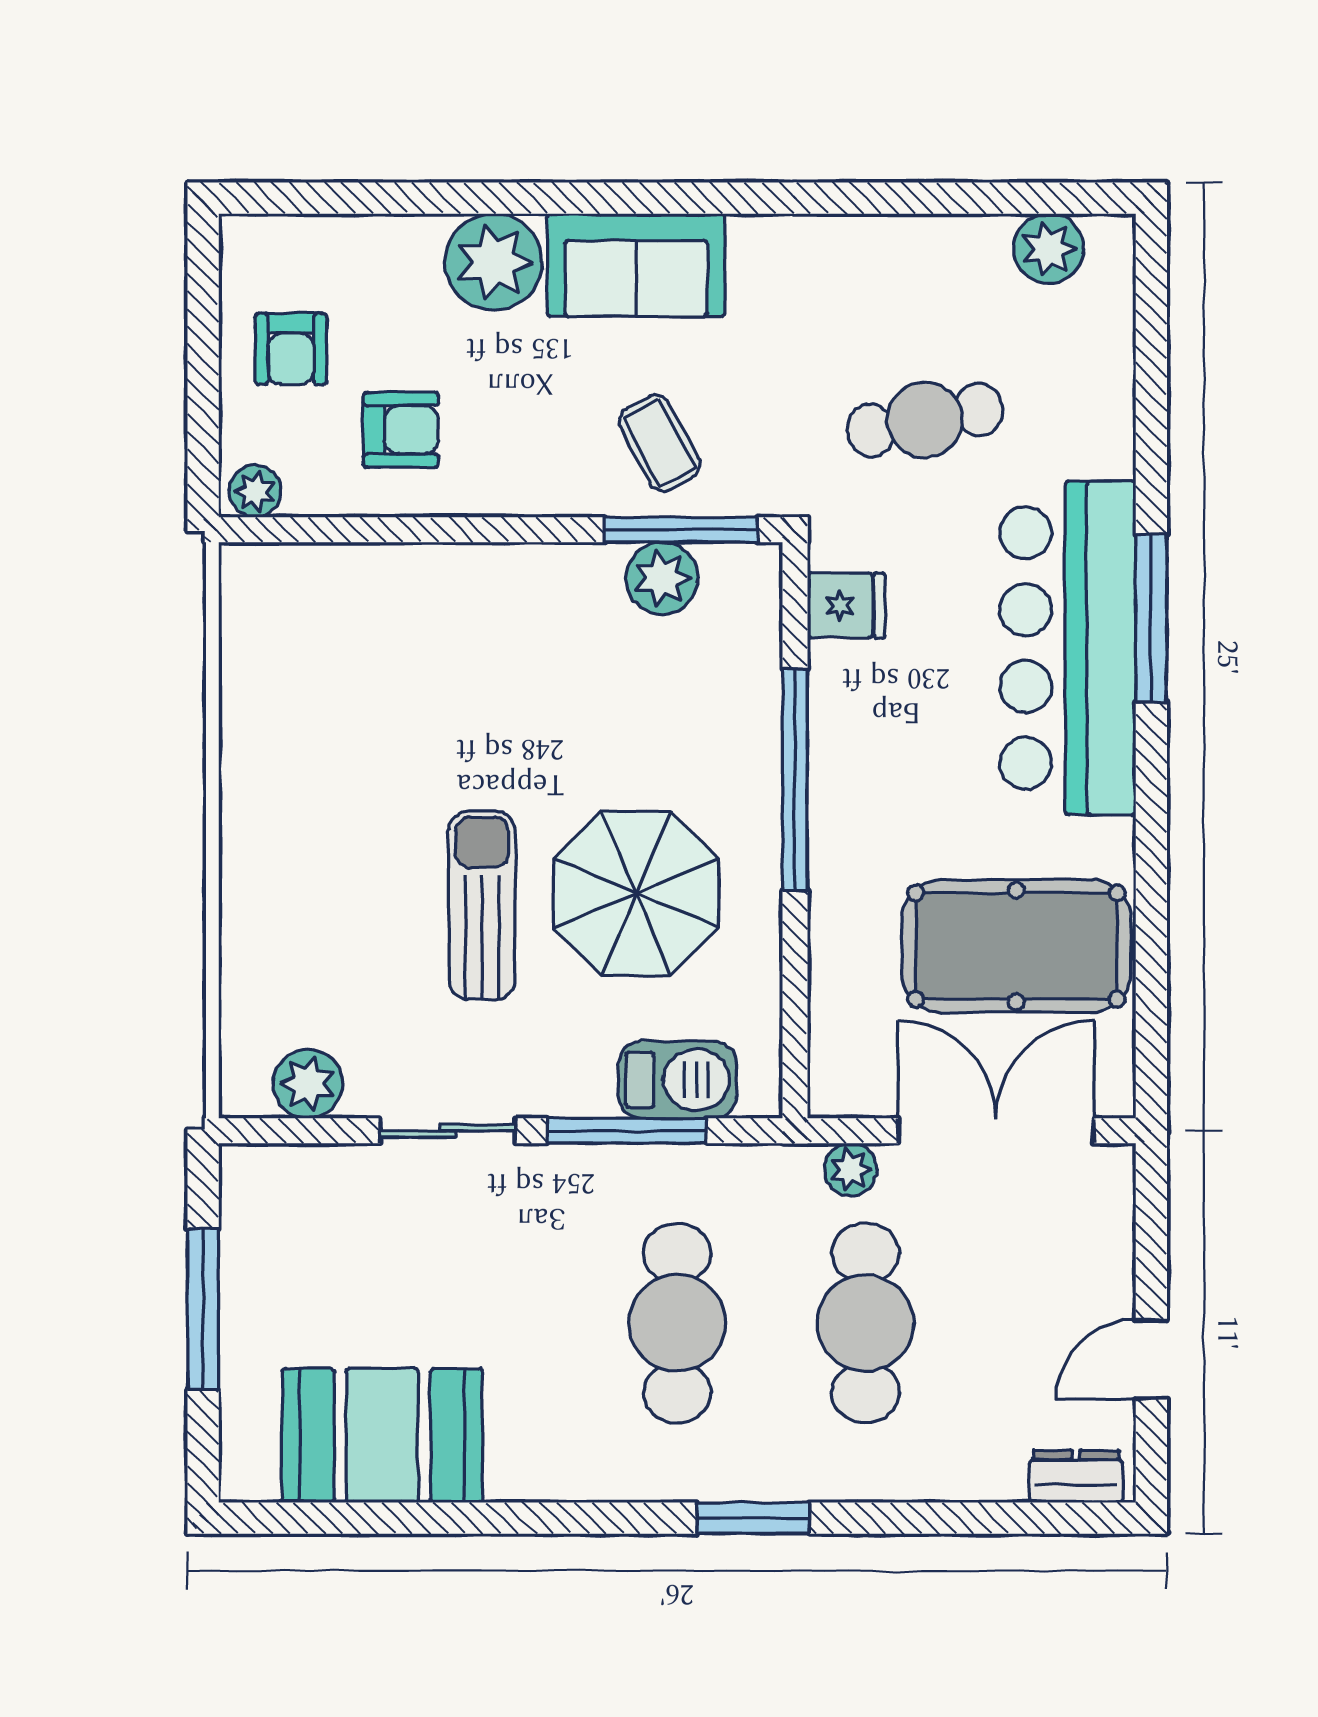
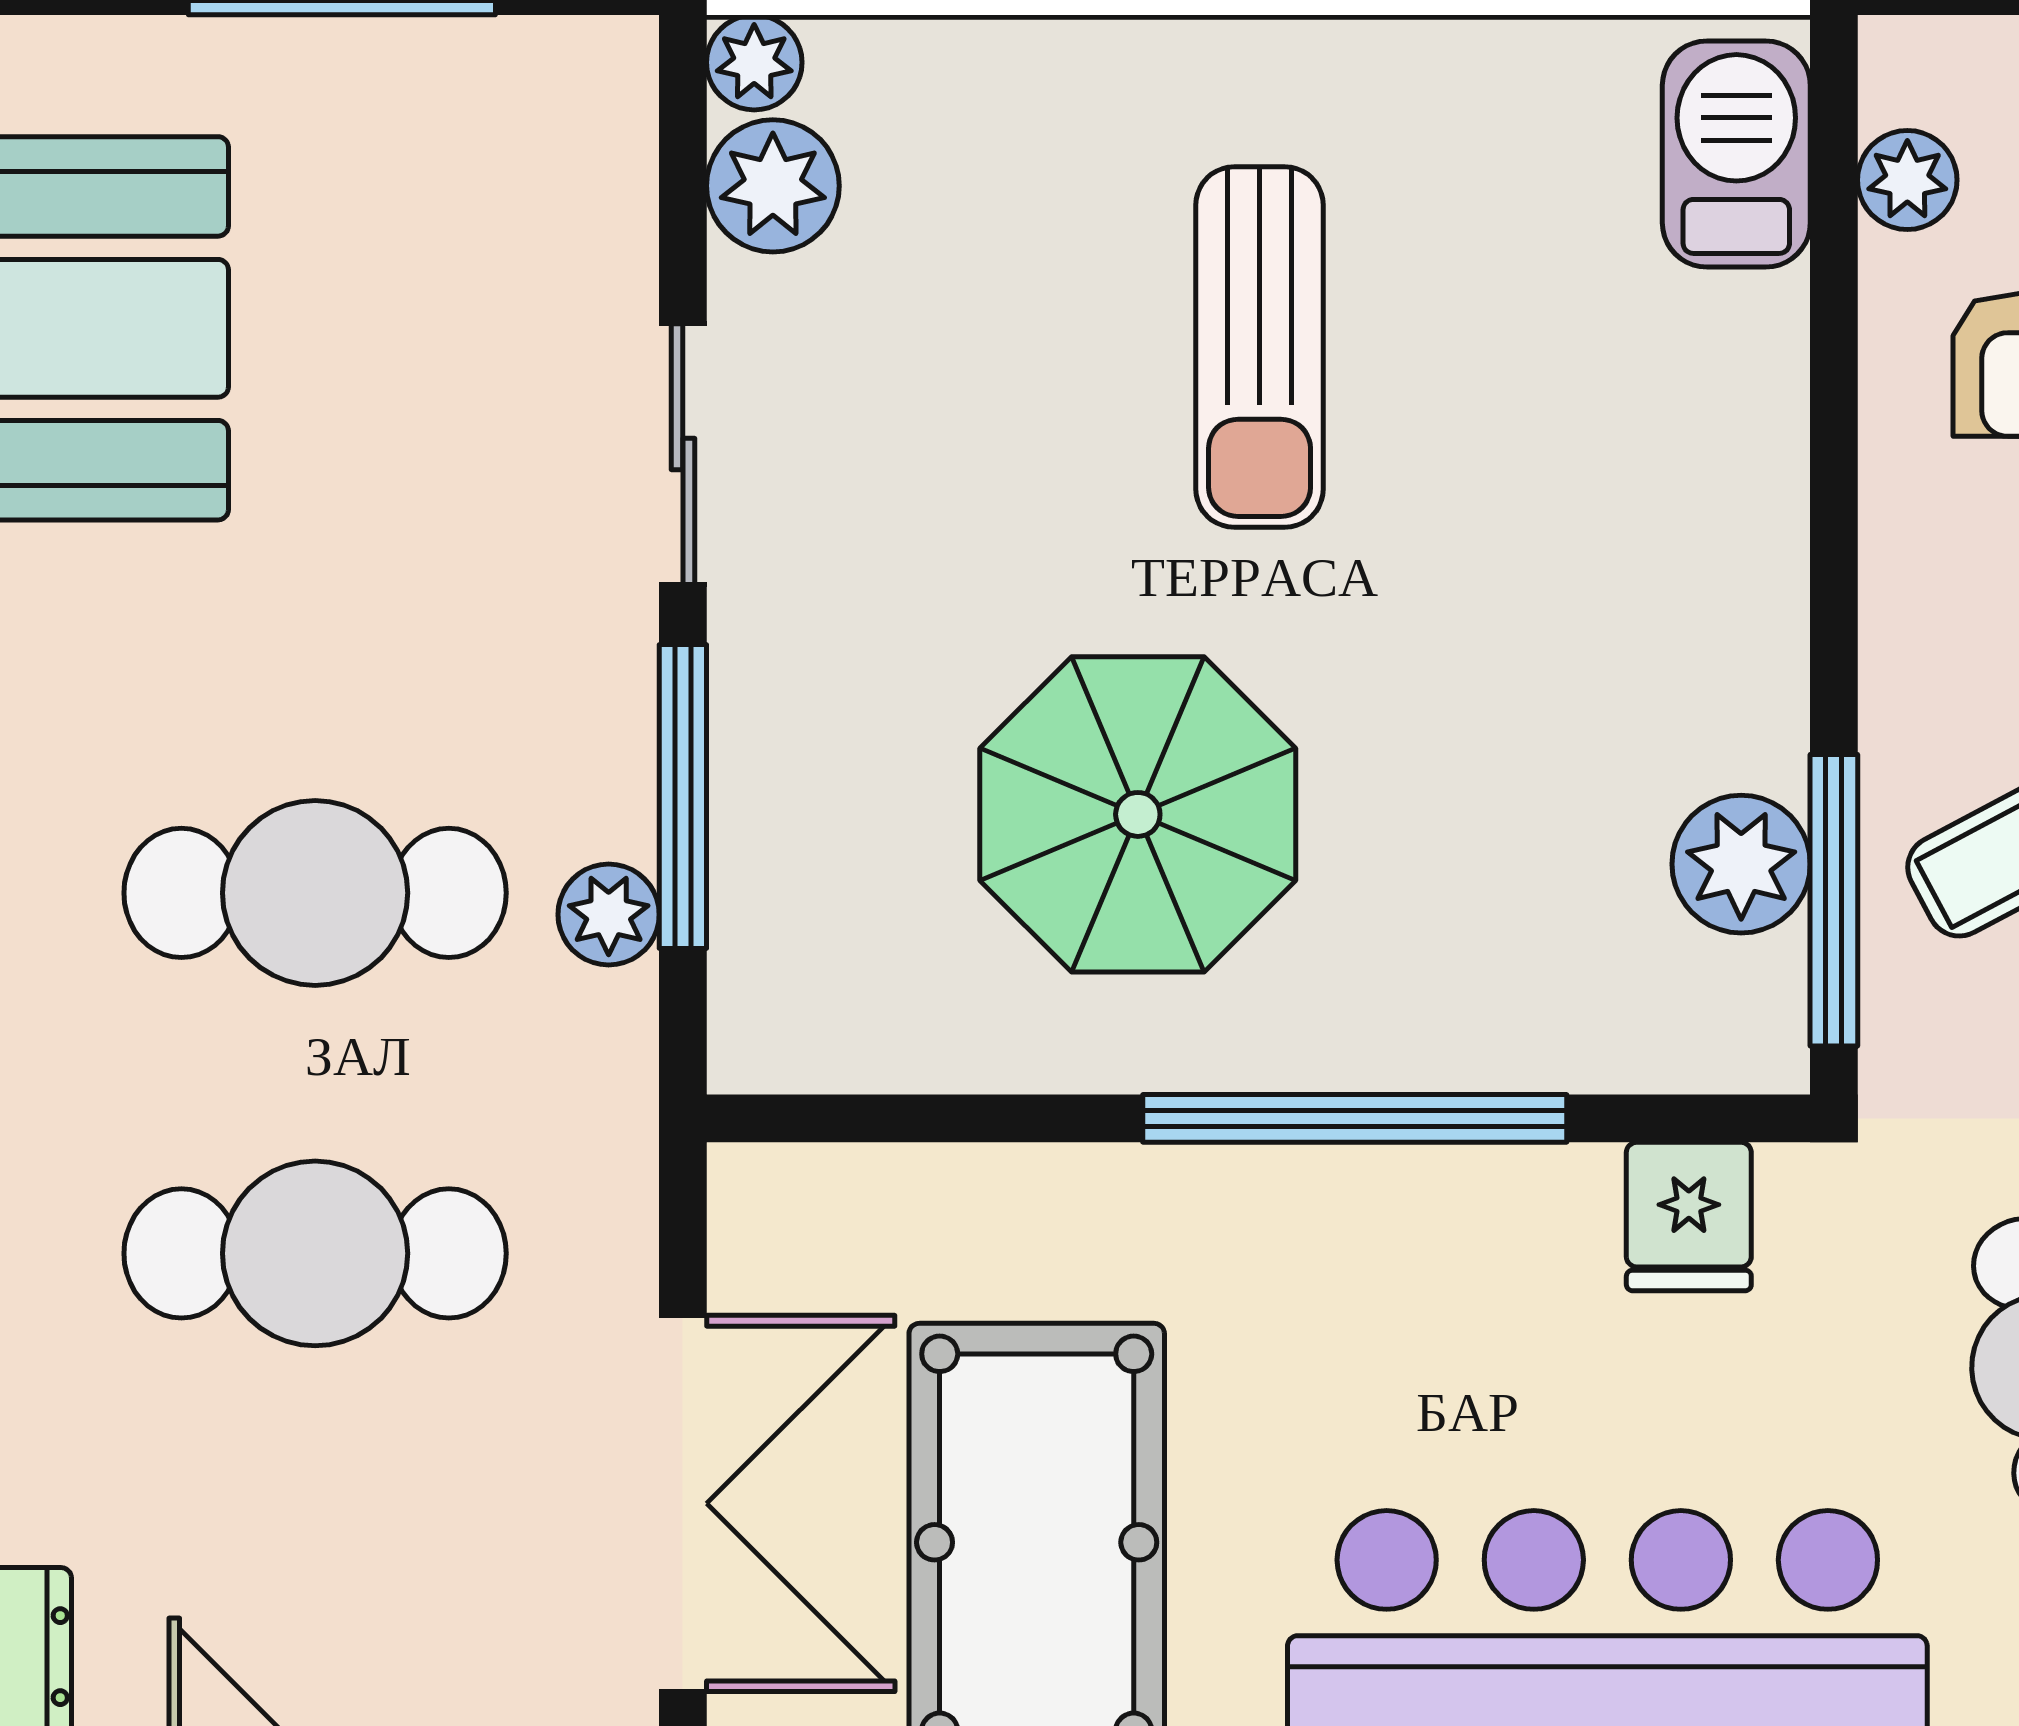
plant: (255, 491) -> (1907, 180), moved
sun lounger: (482, 905) -> (1260, 347), moved, turned 90
barbecue: (678, 1080) -> (1736, 154), moved, turned 180
plant: (243, 1094) -> (754, 62), added
plant: (851, 1170) -> (609, 915), moved

